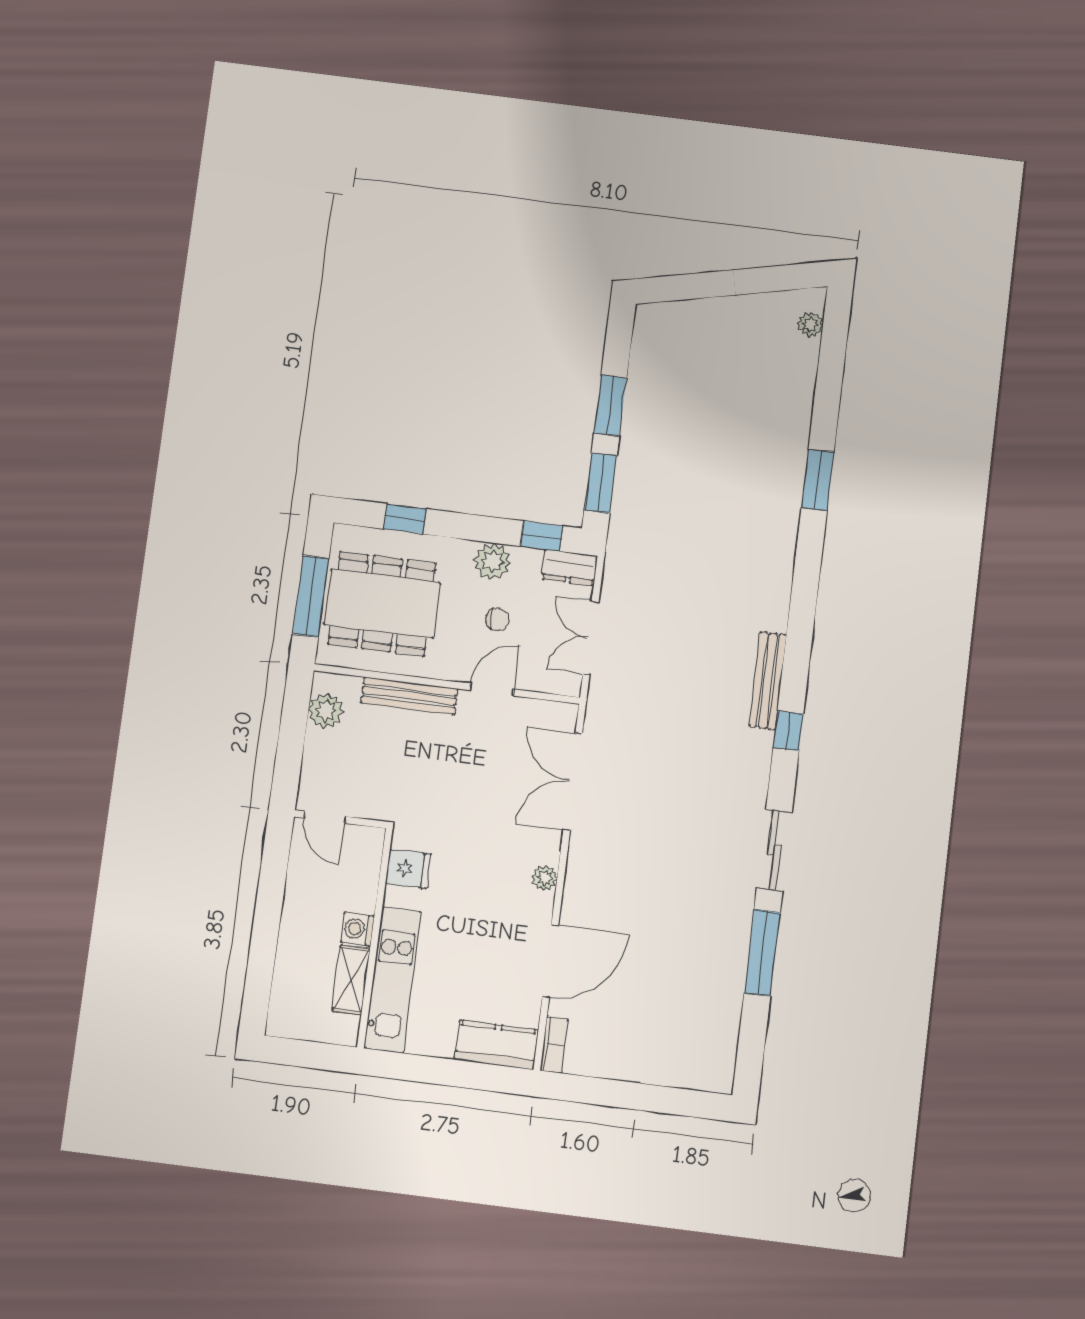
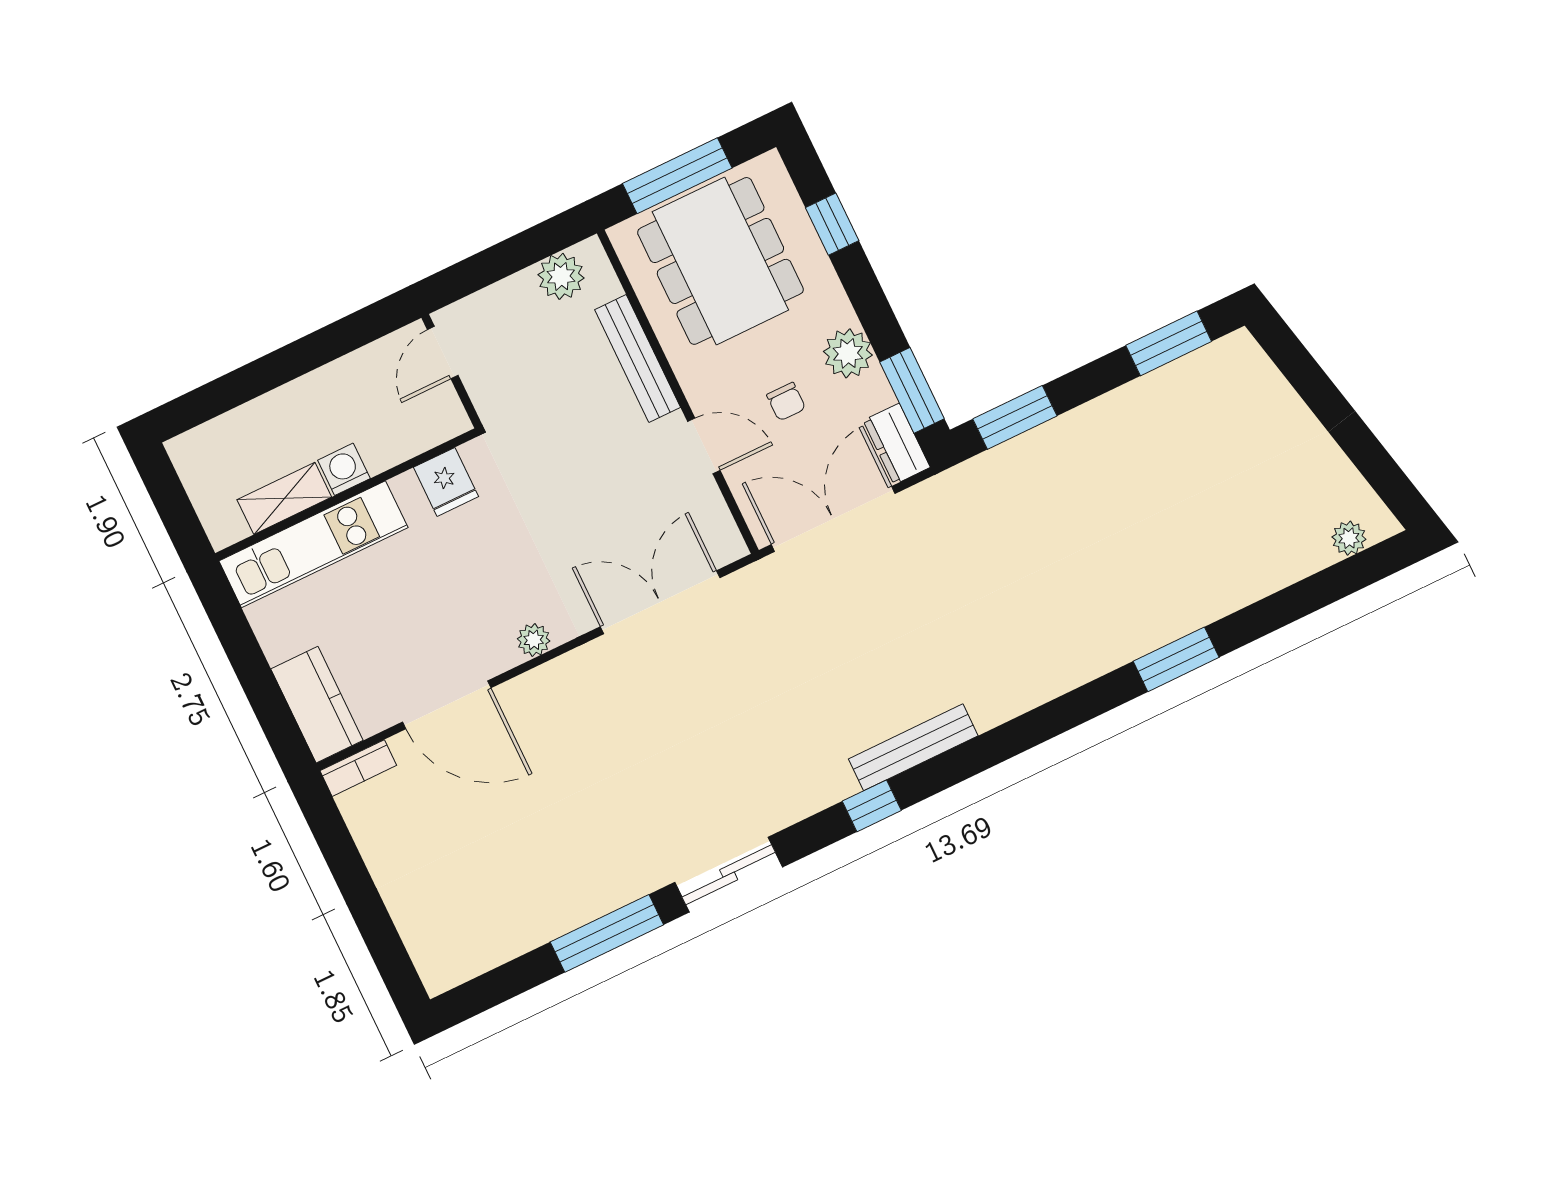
window: (610, 405) -> (1169, 343), moved
window: (542, 536) -> (912, 390), width x1.50
double door: (591, 638) -> (833, 519), width x1.37

